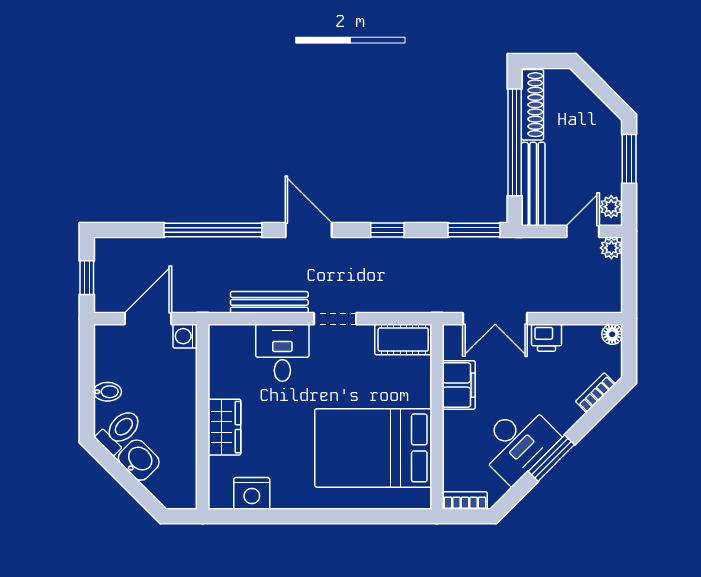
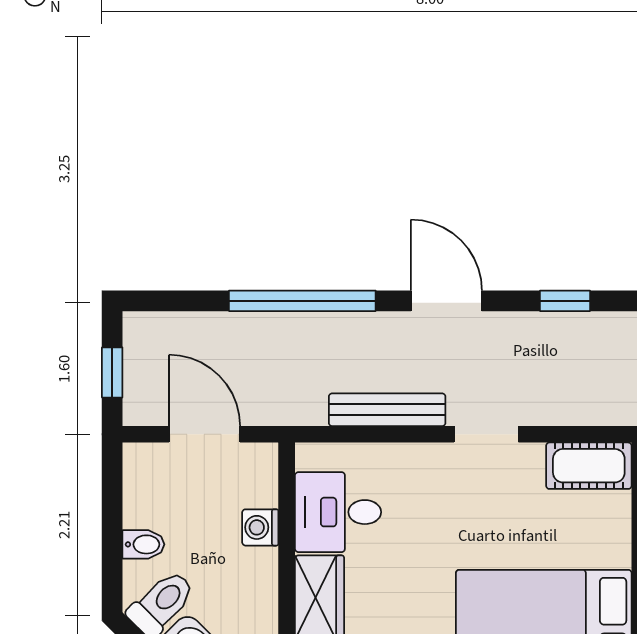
door: (148, 319) -> (204, 434), hinge flipped
washing machine: (185, 336) -> (260, 527), moved
desk: (282, 353) -> (338, 512), moved, turned -90

